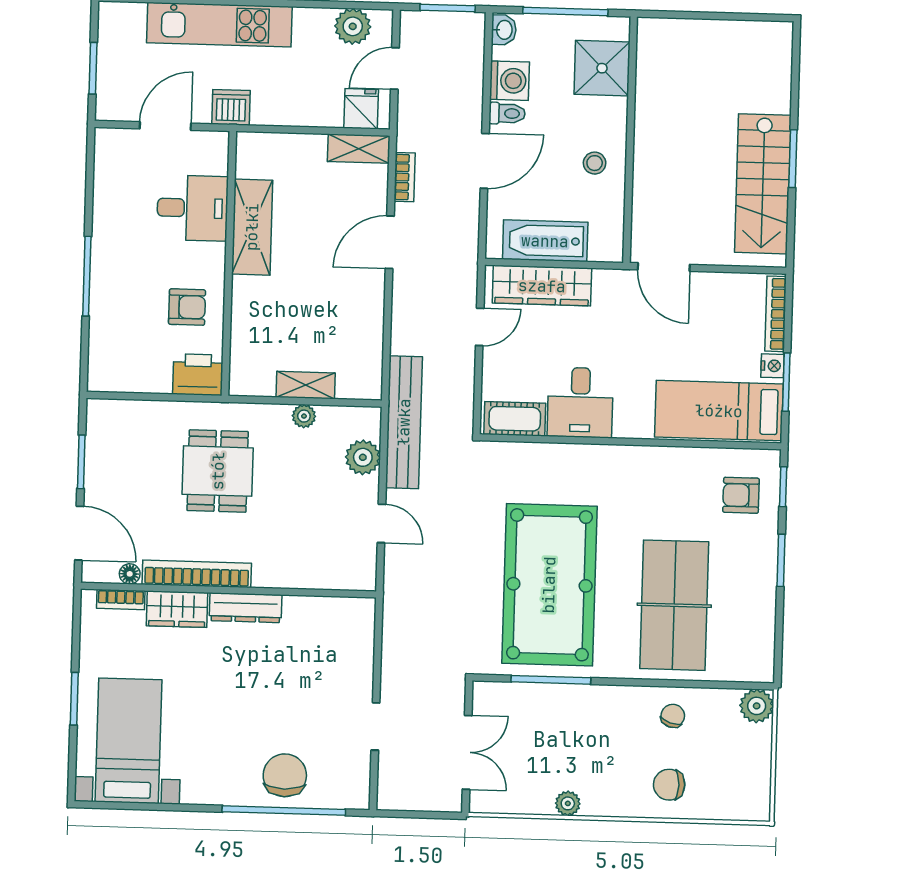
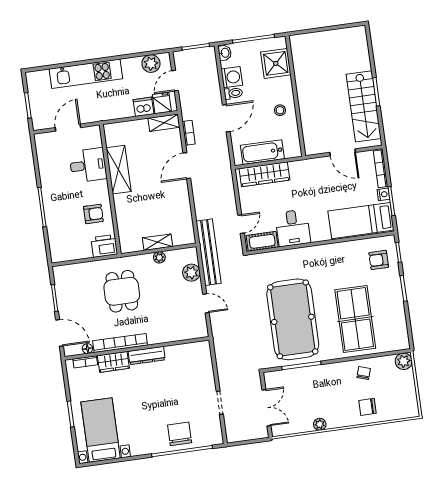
dishwasher: (231, 107) -> (144, 107), moved
door: (664, 267) -> (343, 152), moved
door: (480, 327) -> (241, 224), moved

